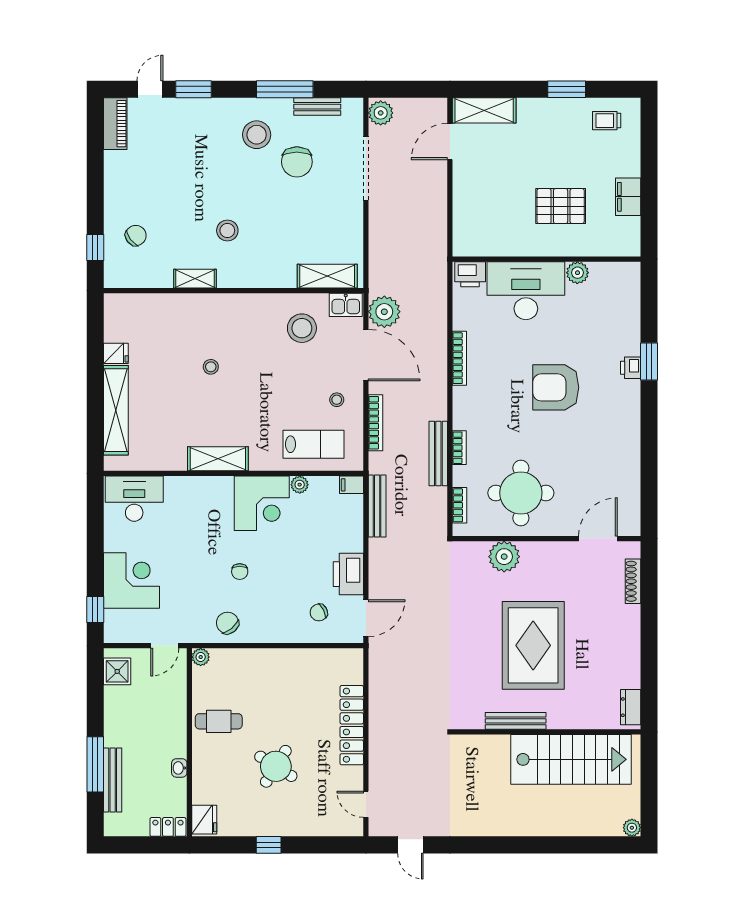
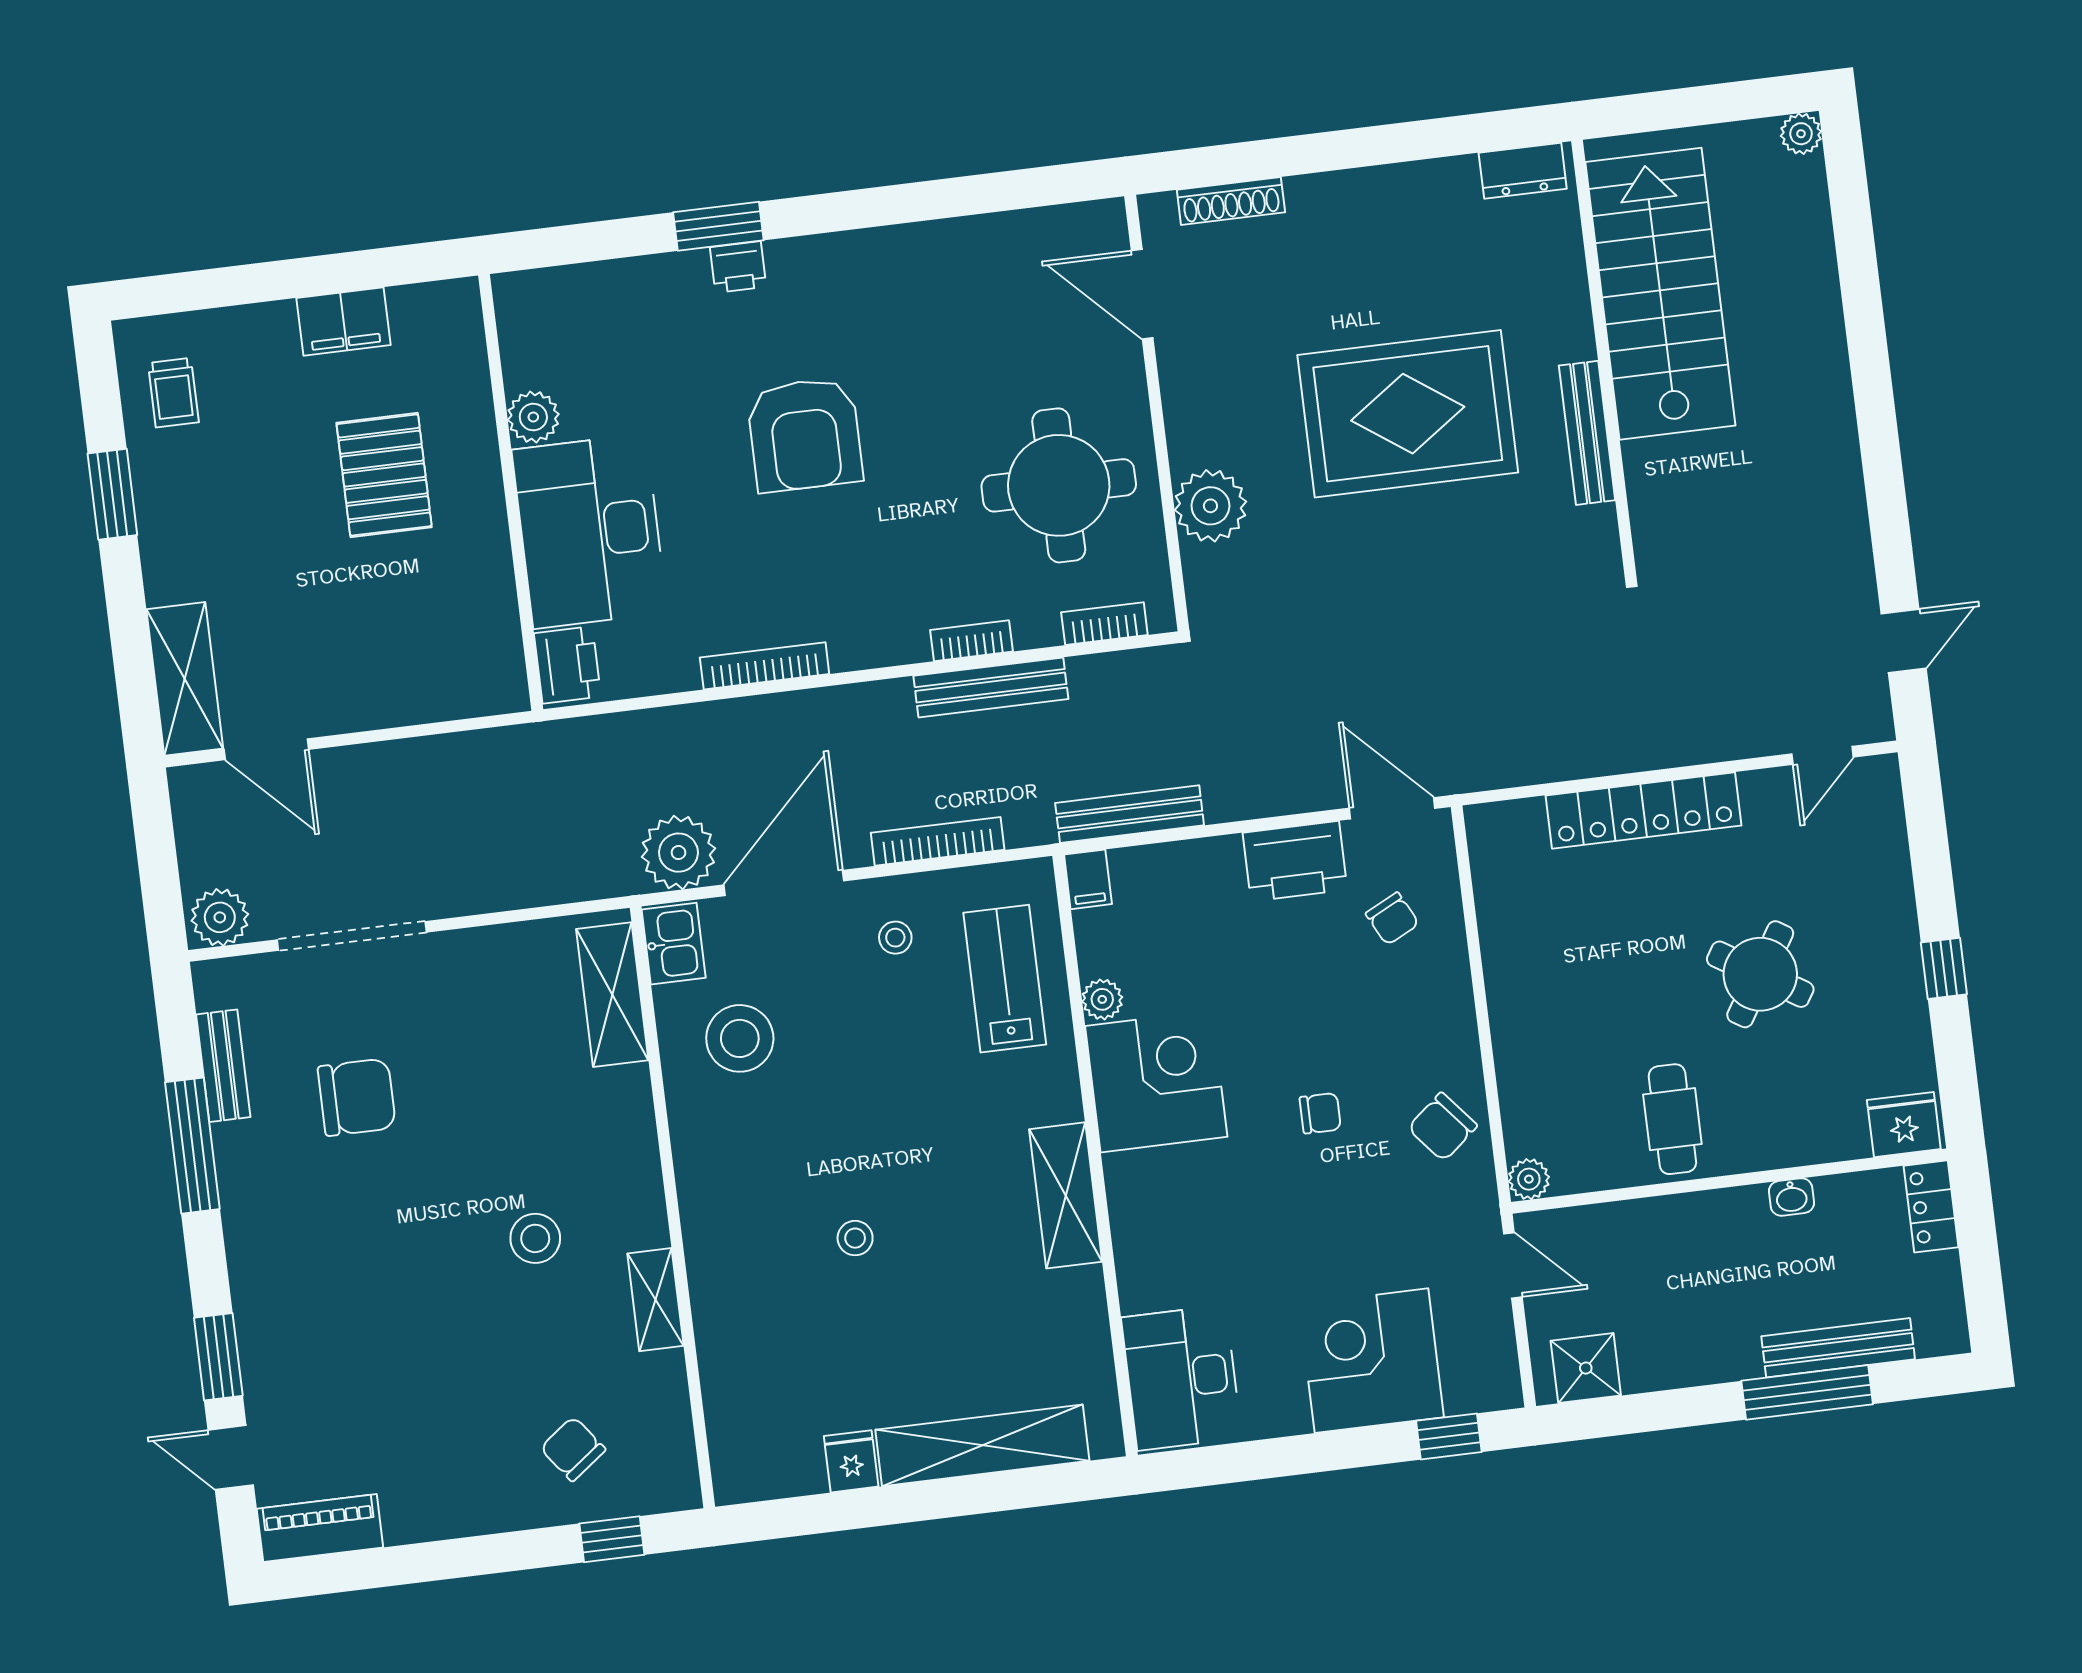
stool: (257, 135) -> (305, 1198), removed

